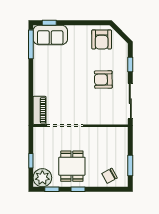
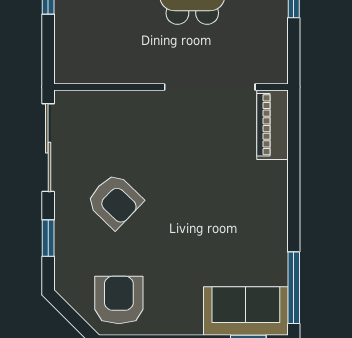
armchair: (103, 80) -> (115, 201), turned 45

